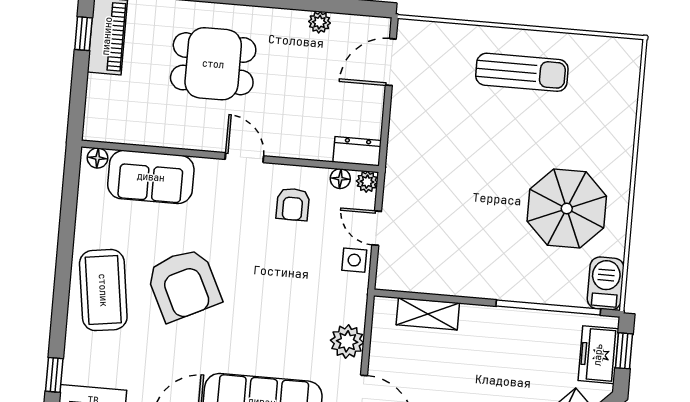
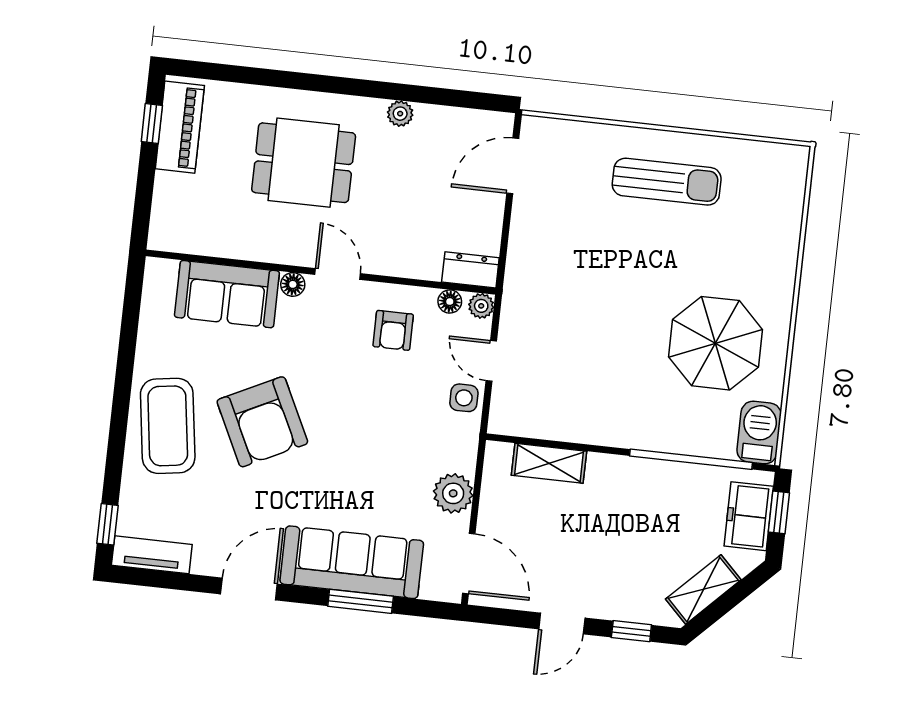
plant: (319, 22) -> (400, 114), moved
floor lamp: (98, 158) -> (293, 284), moved

